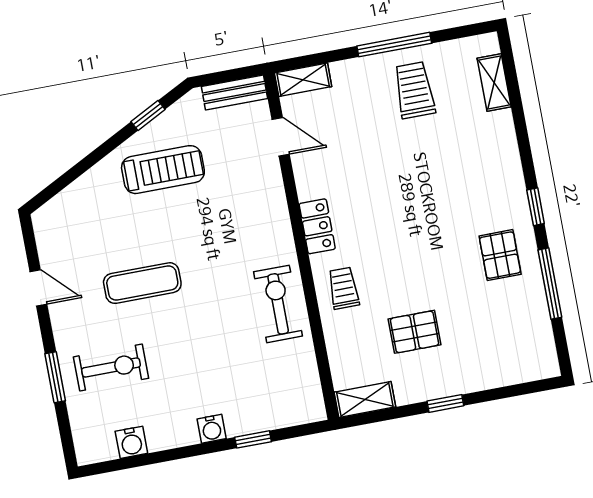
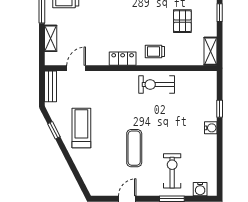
shelving: (303, 80) -> (51, 38), moved
water cooler: (131, 442) -> (200, 189), moved, turned 90

